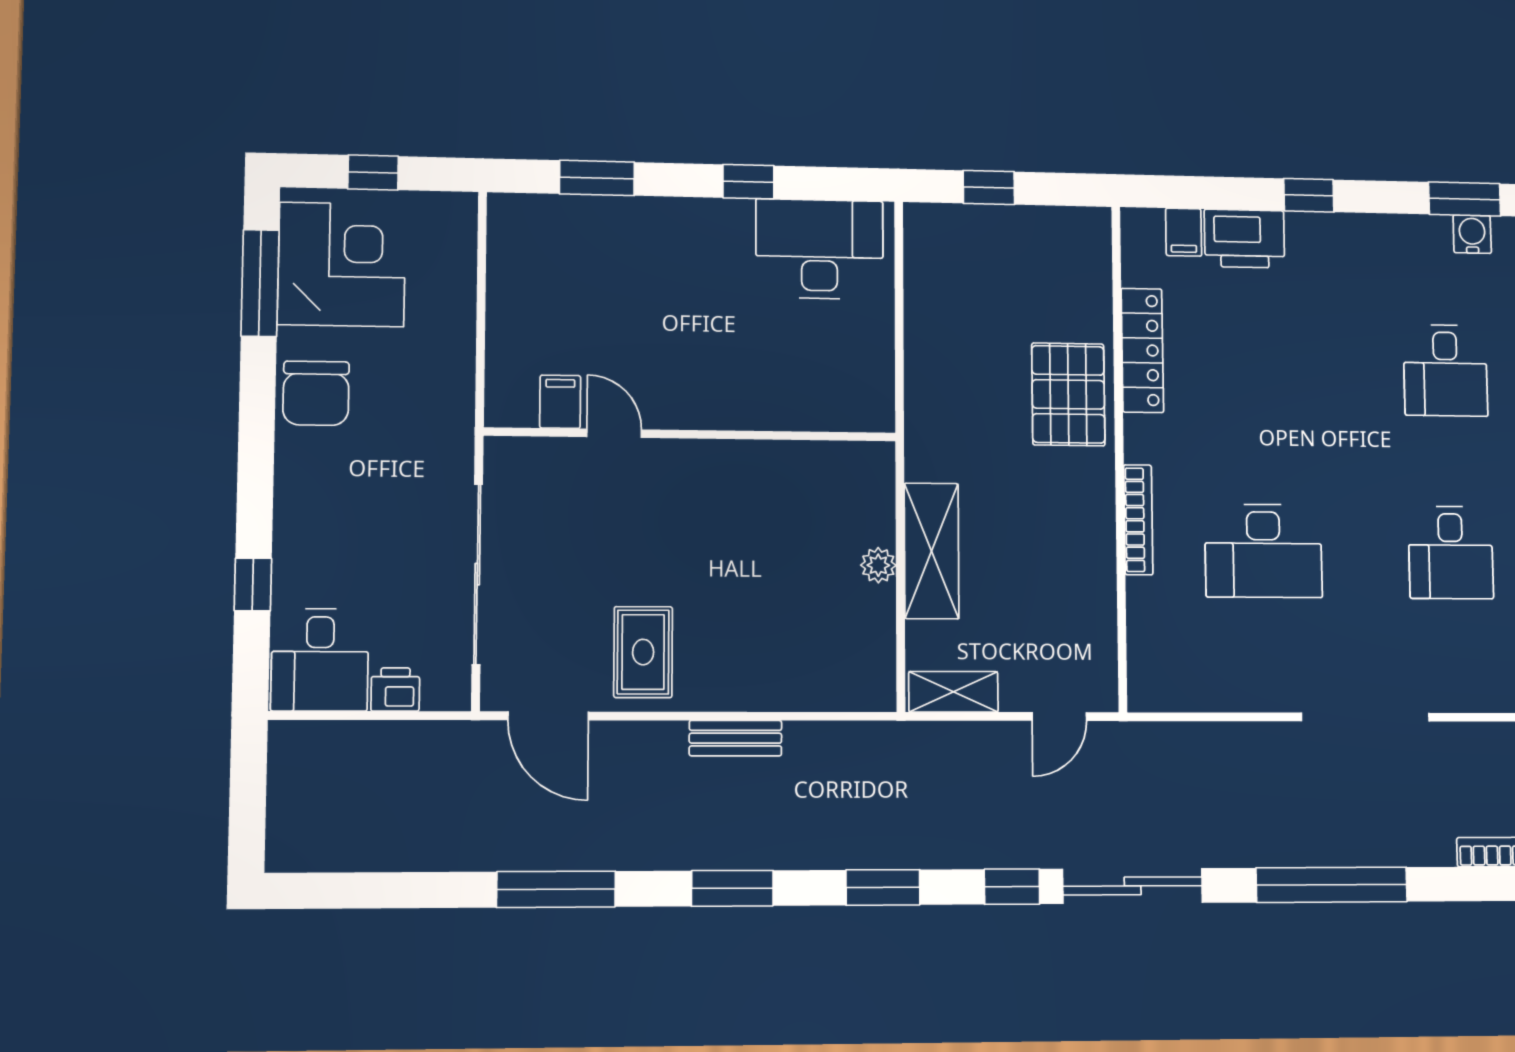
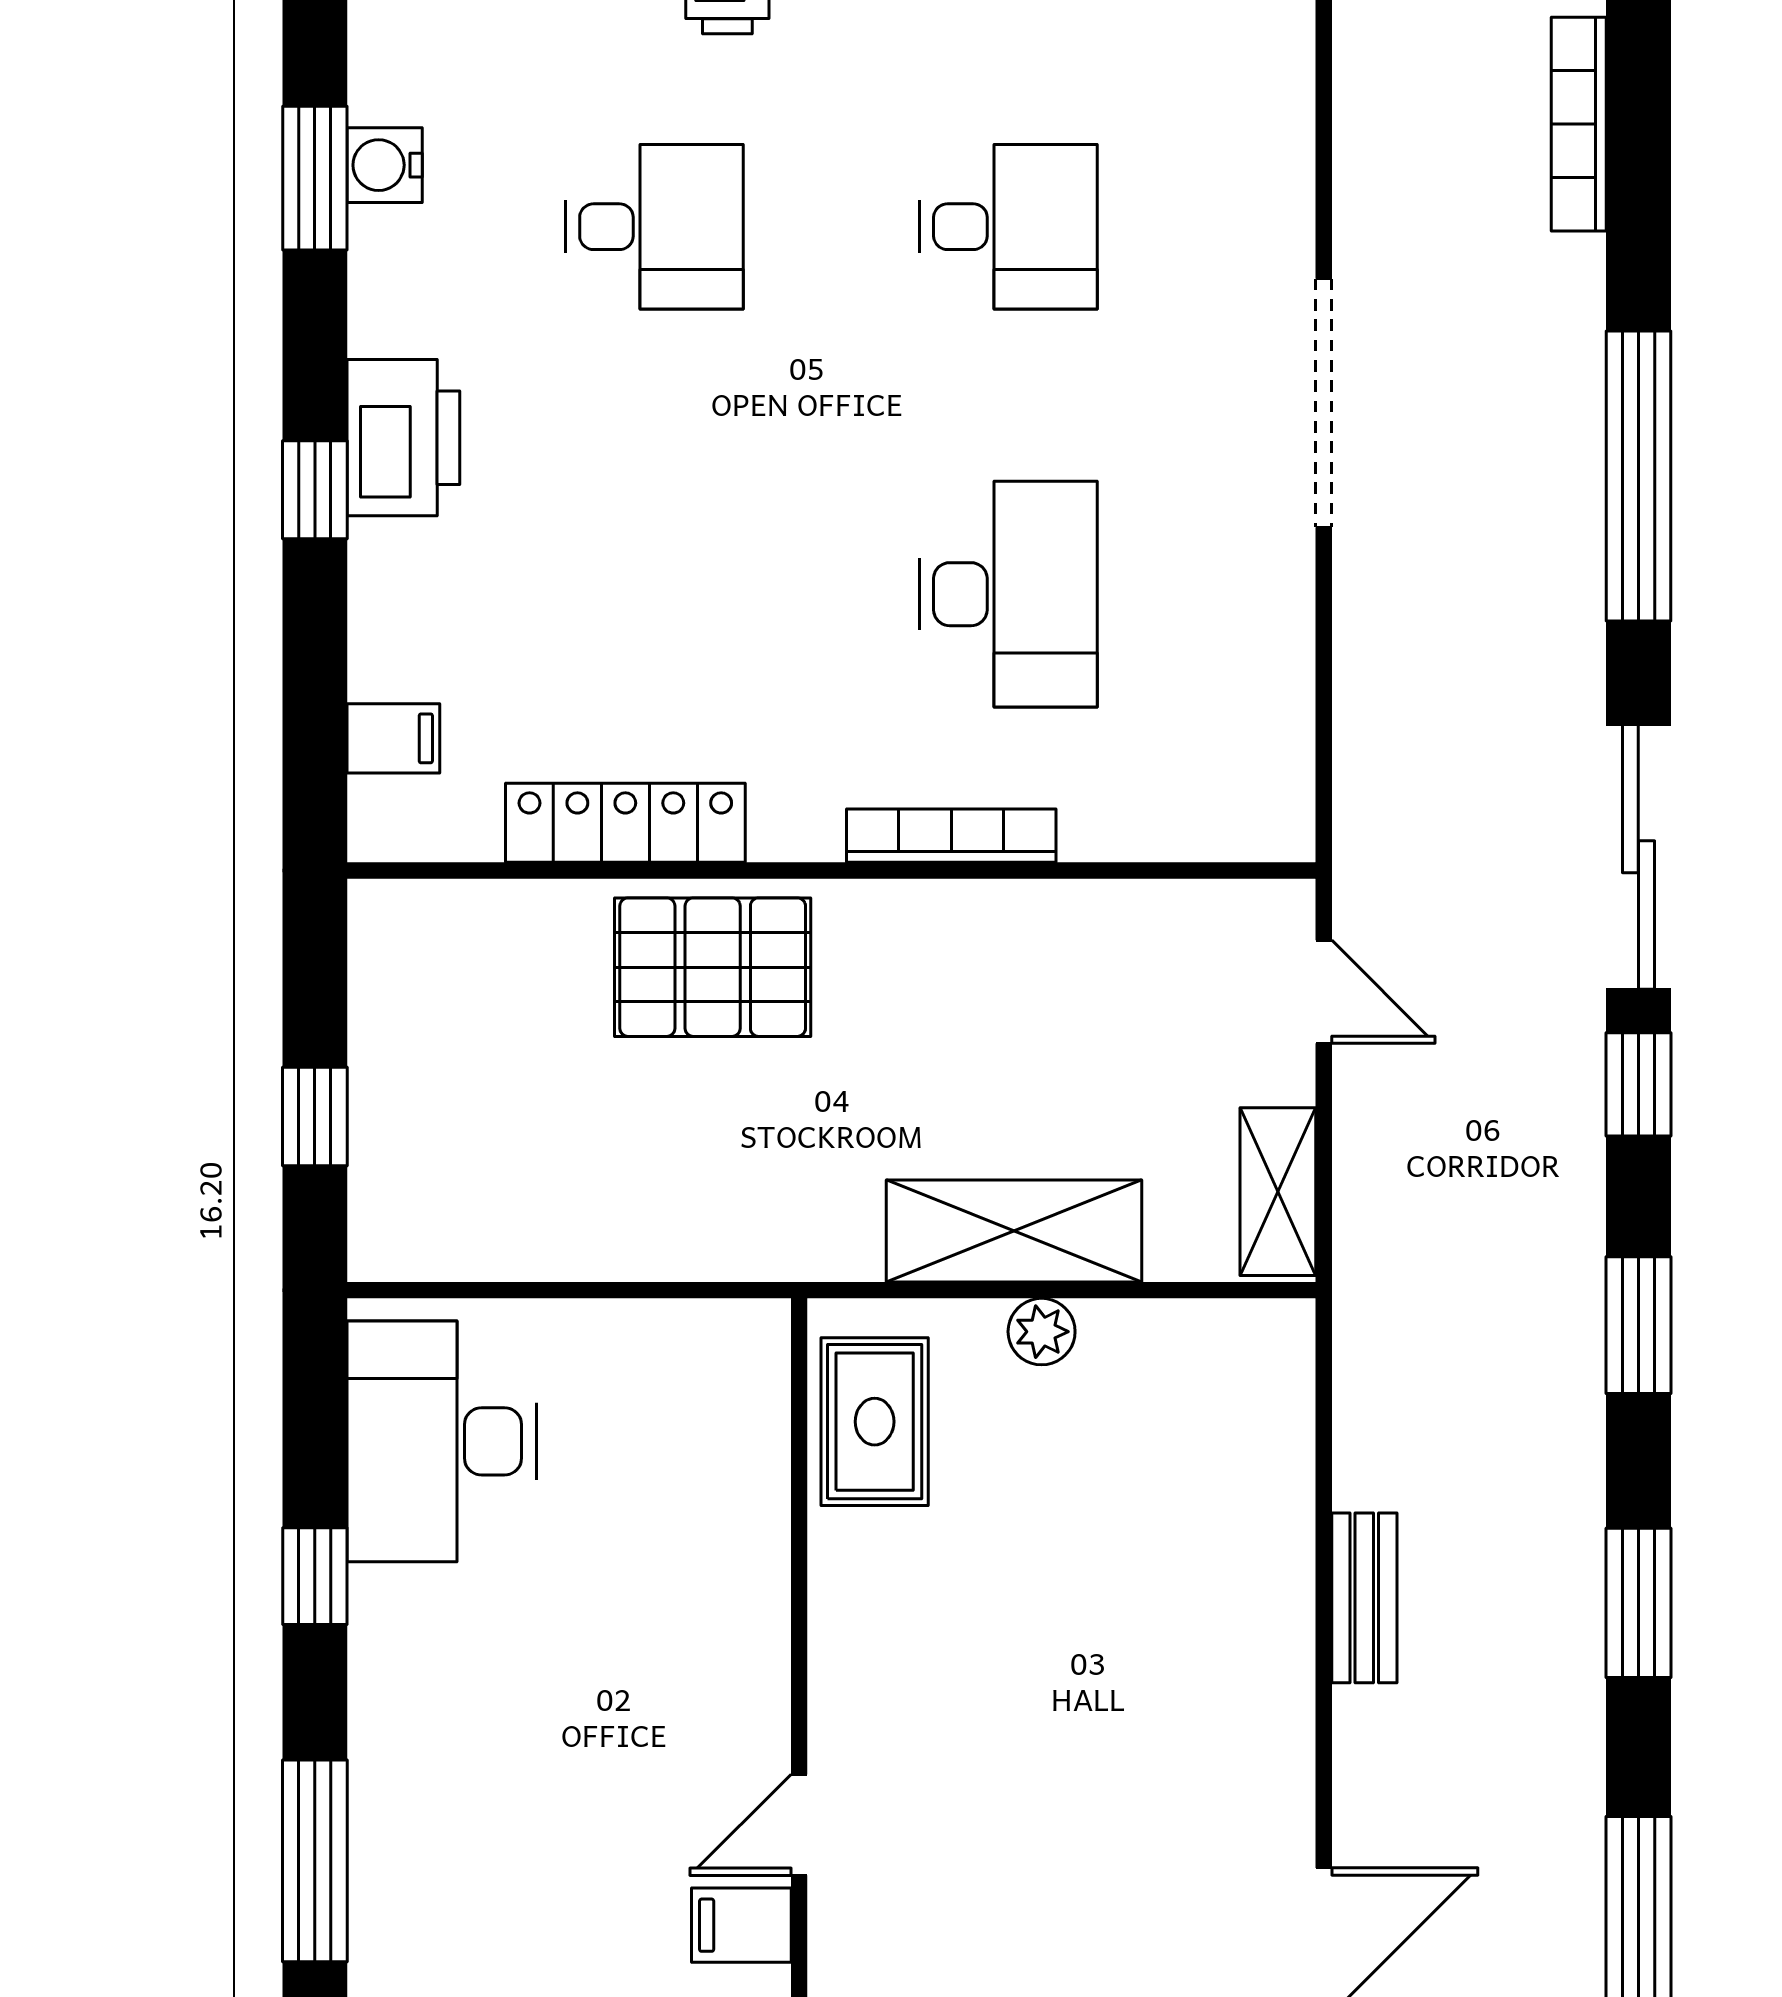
window: (597, 178) -> (315, 1861), width x1.44
printer: (1244, 239) -> (403, 438), moved
rug: (643, 652) -> (875, 1422), moved, turned 90

